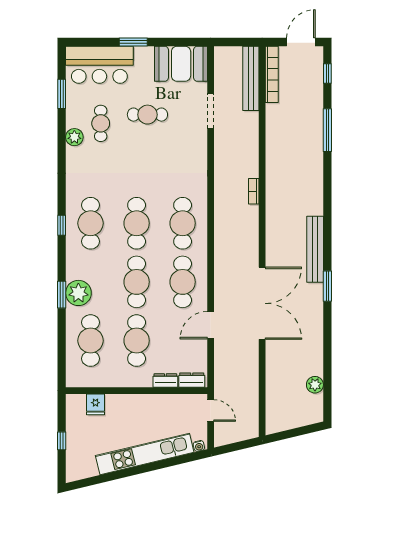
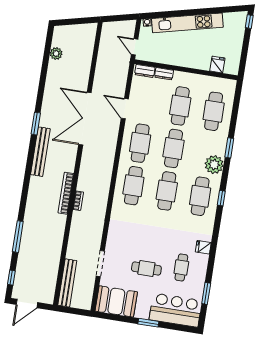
bookcase: (272, 74) -> (66, 193), moved
plant: (74, 137) -> (202, 261), removed
fridge: (75, 155) -> (203, 247), added
plant: (78, 293) -> (214, 165), moved
door: (211, 325) -> (125, 109), swing flipped
window: (62, 441) -> (249, 22), moved

